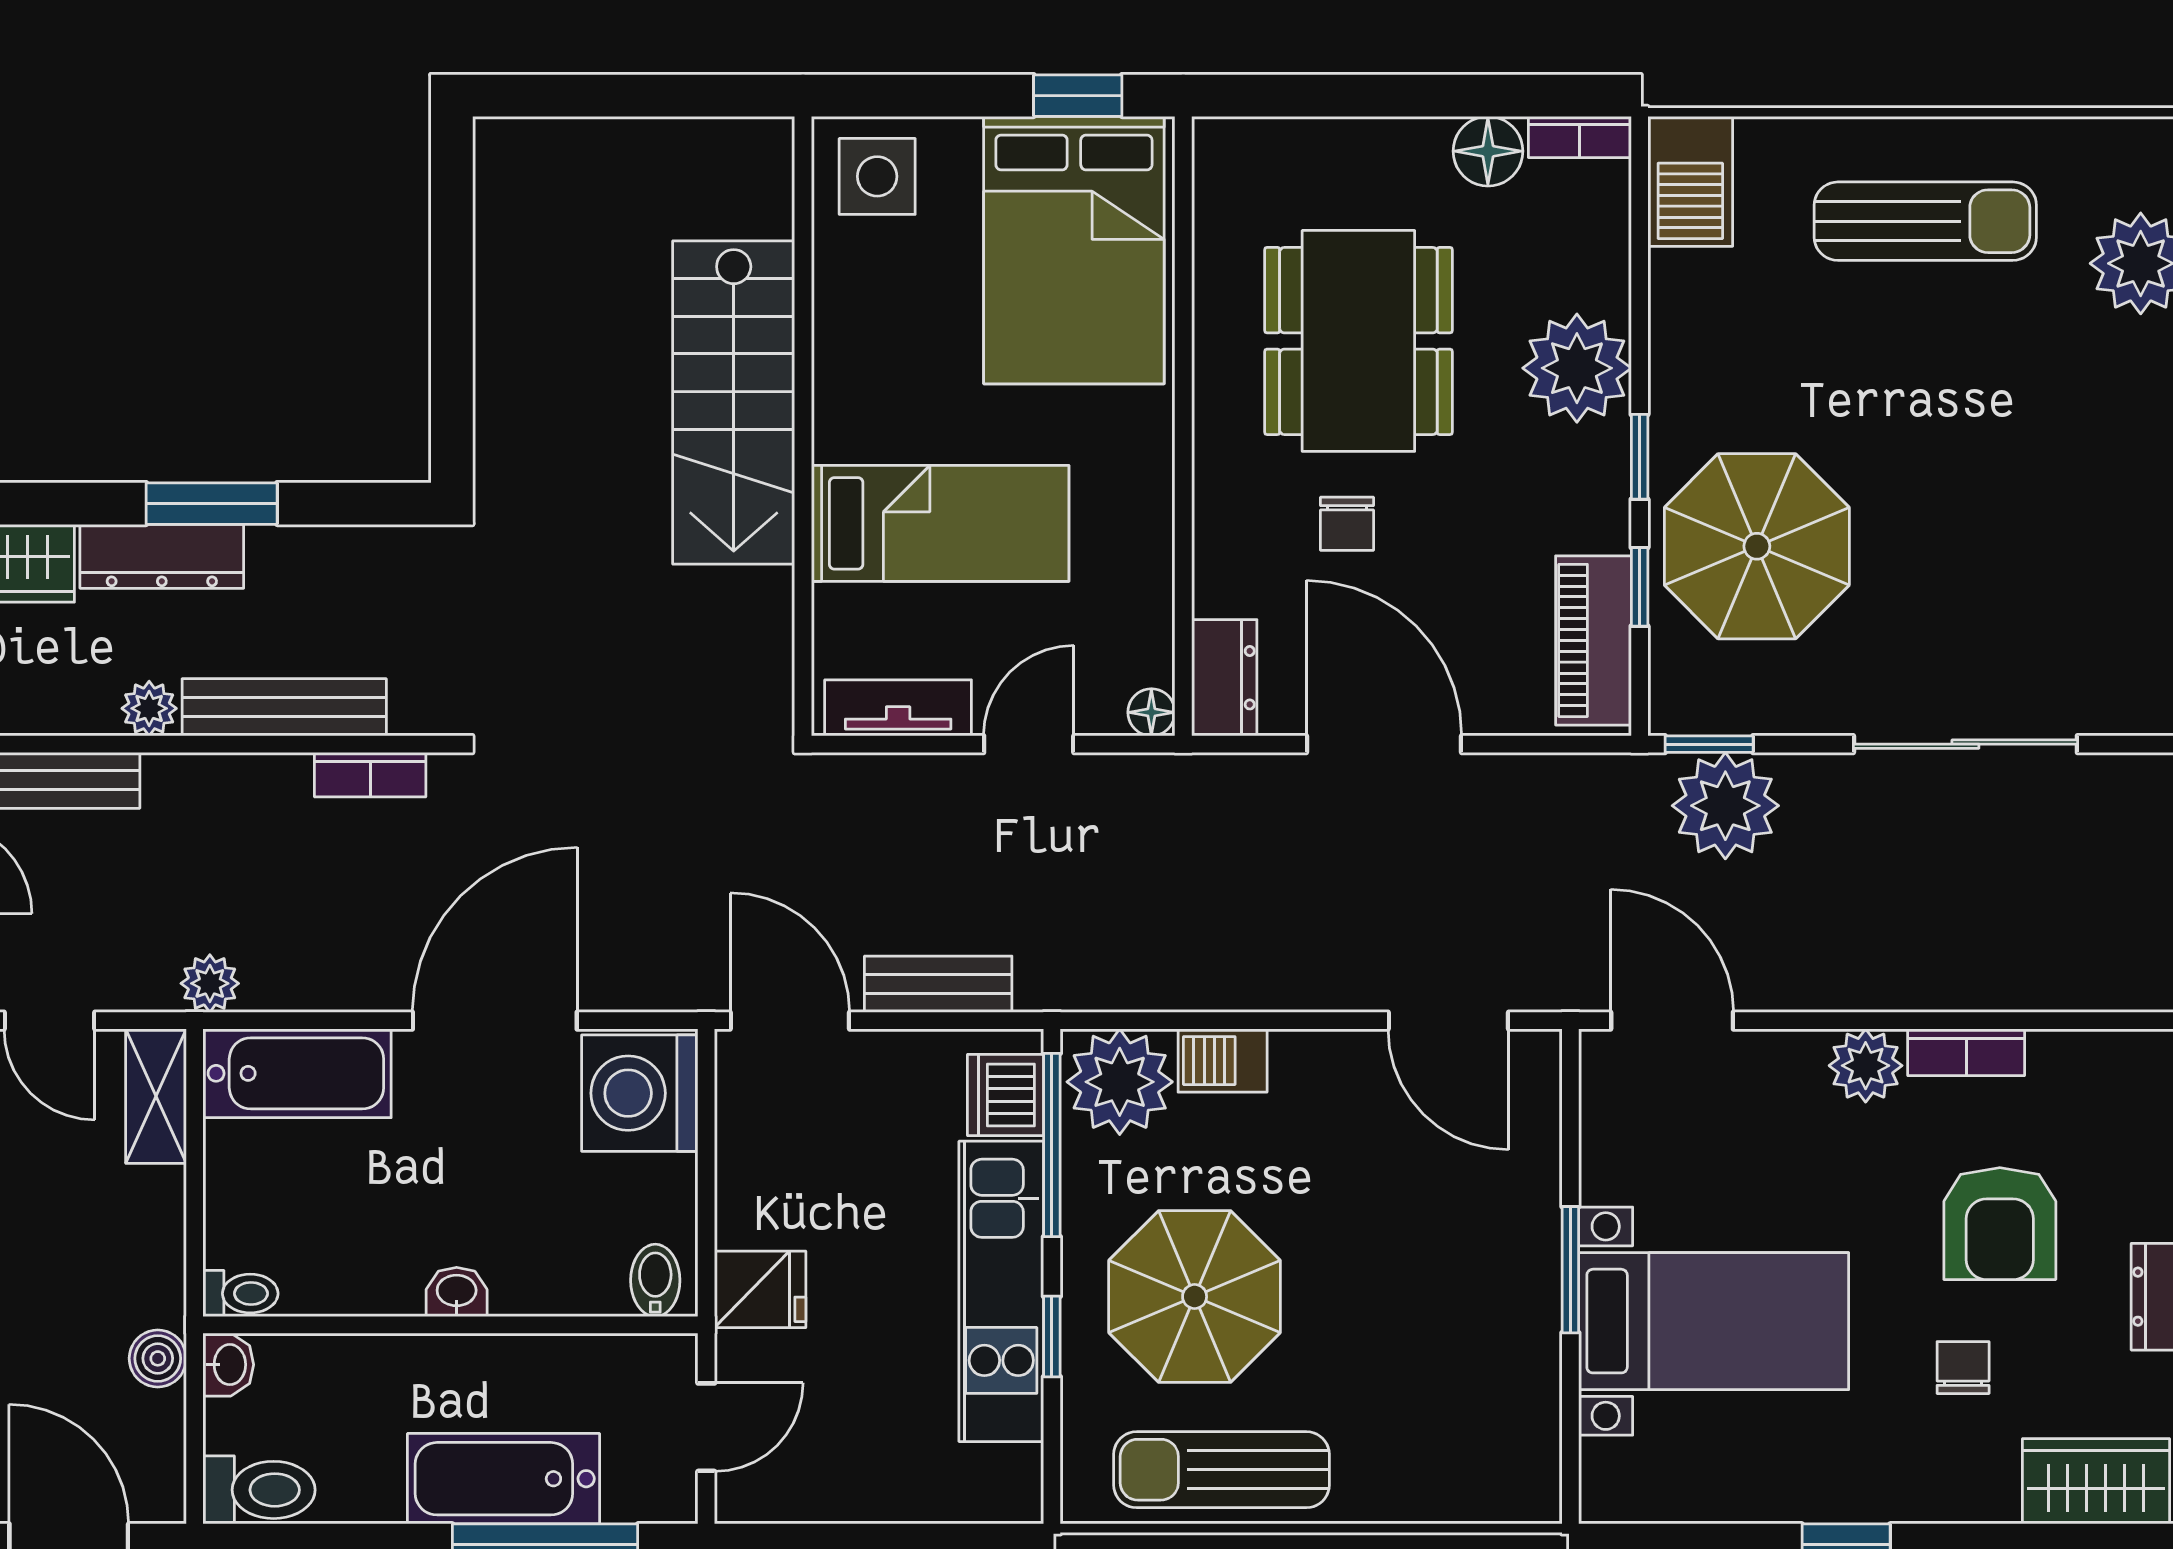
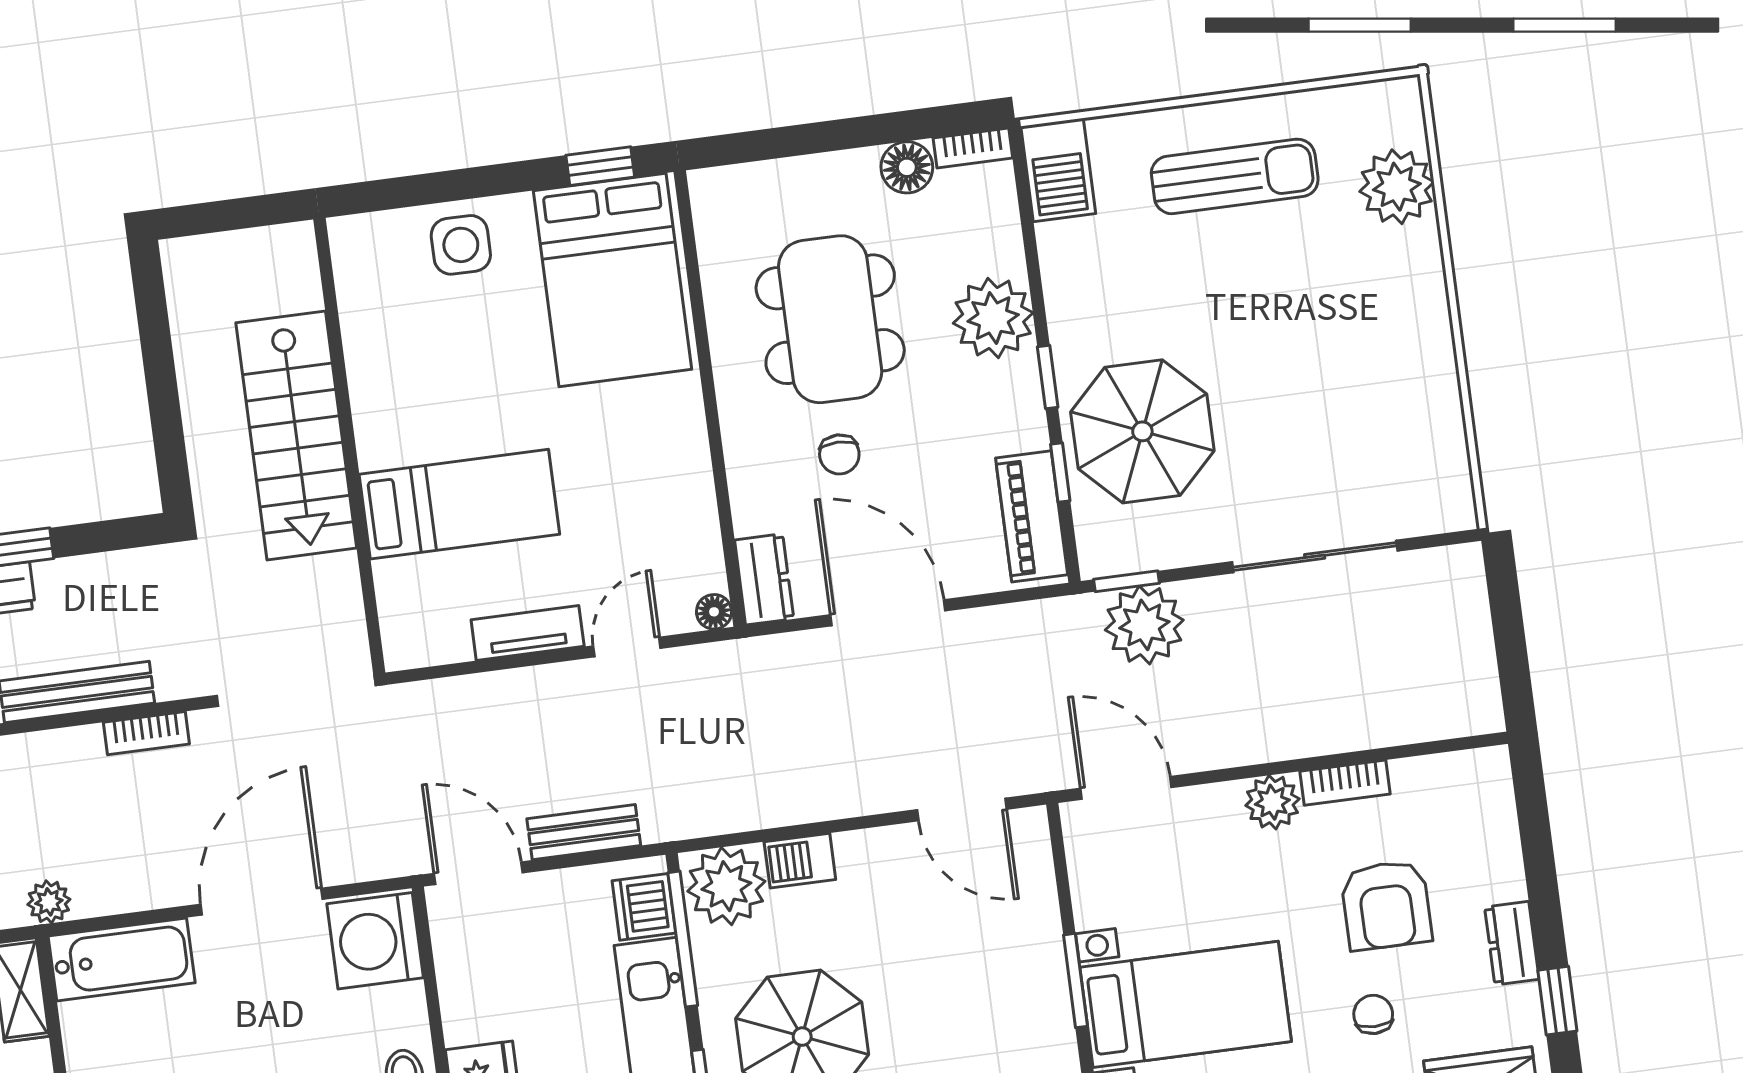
stairs: (734, 402) -> (296, 435), moved
wall: (803, 426) -> (349, 446), moved
bed: (940, 523) -> (459, 504), moved

